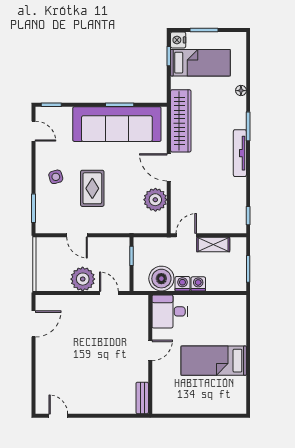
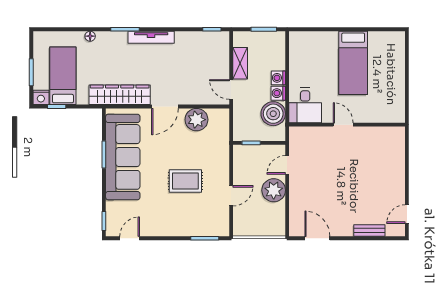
side table: (56, 177) -> (174, 217), removed
bench: (142, 398) -> (369, 230), moved

